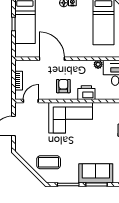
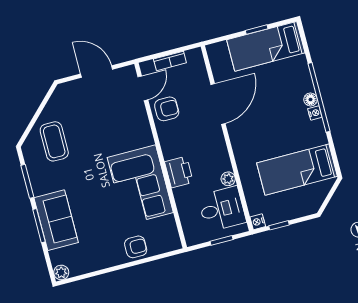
armchair: (63, 86) -> (167, 109), moved
door: (31, 101) -> (143, 88), hinge flipped
corner sofa: (71, 118) -> (140, 185), moved

